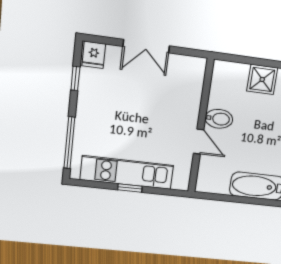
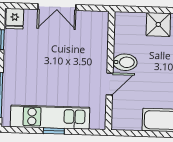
door: (199, 142) -> (110, 84), hinge flipped

